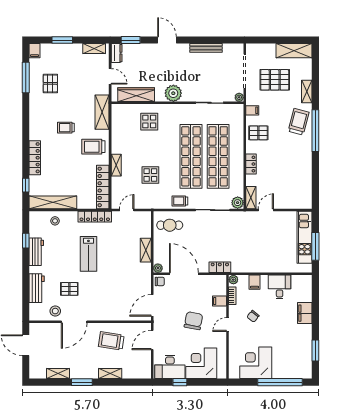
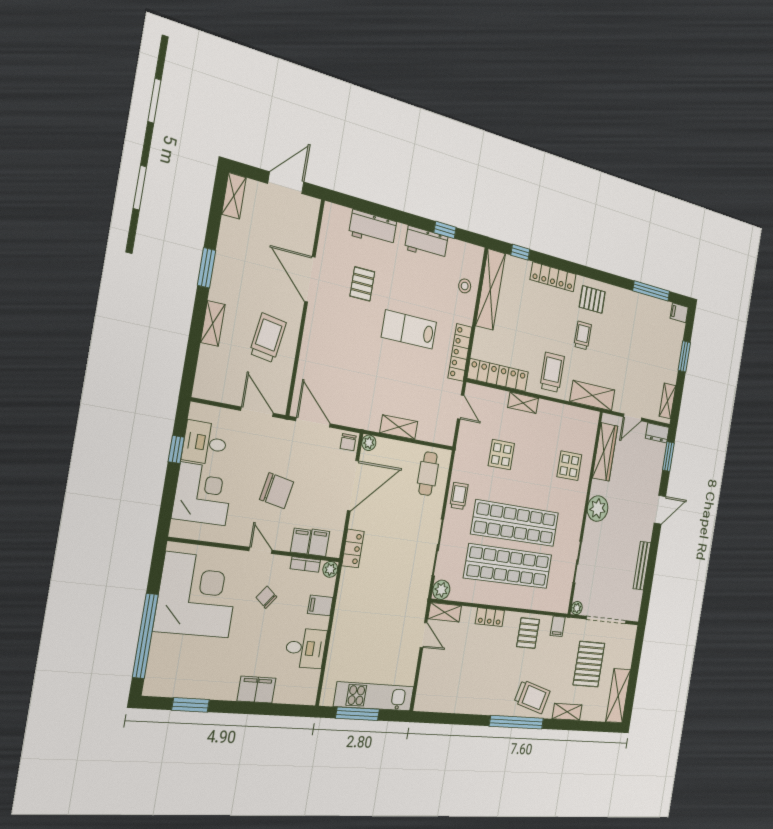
pallet: (50, 83) -> (592, 300), moved
filing cabinet: (219, 289) -> (319, 543), added
stool: (55, 311) -> (332, 251), removed
corner desk: (256, 363) -> (197, 595), width x1.36, depth x1.36
desk: (170, 367) -> (205, 443), width x0.73
shelving: (58, 374) -> (234, 196), moved

